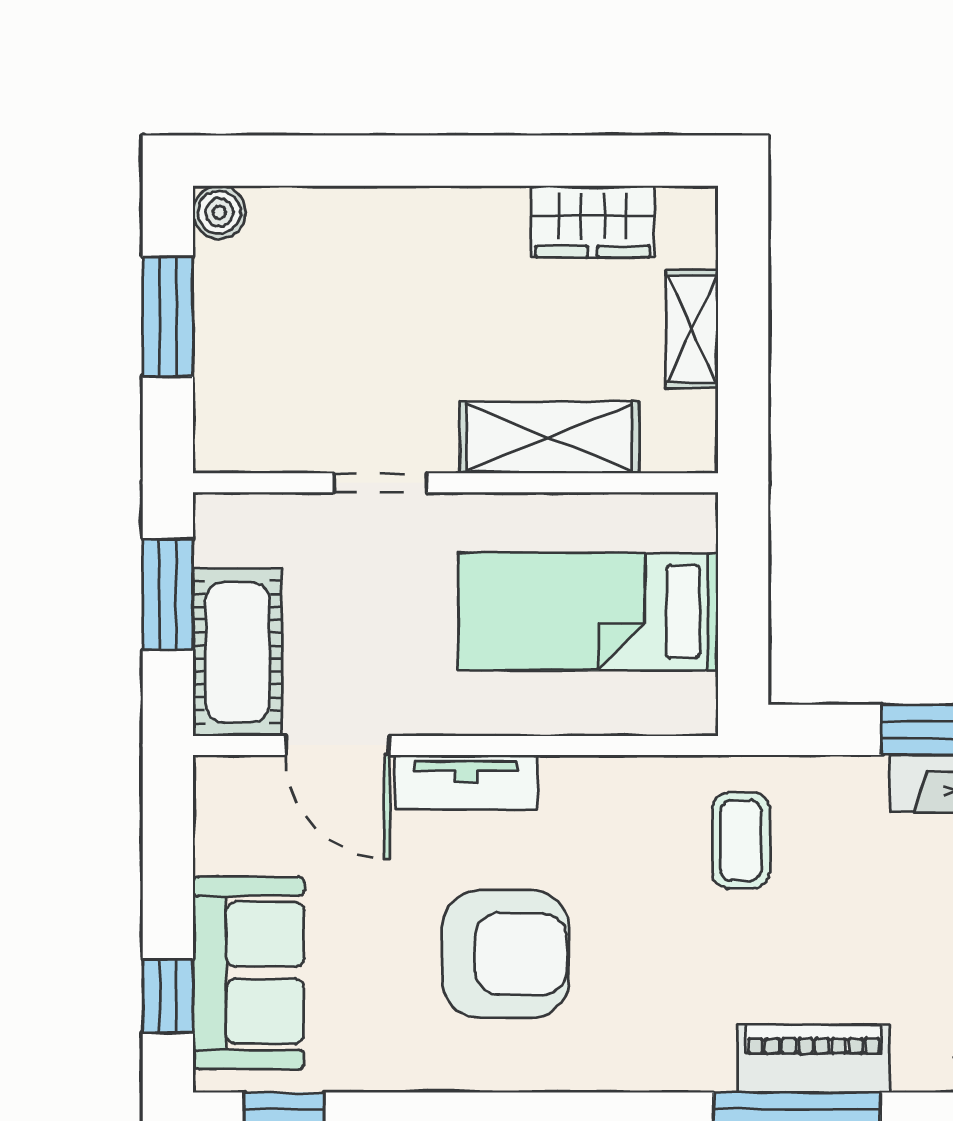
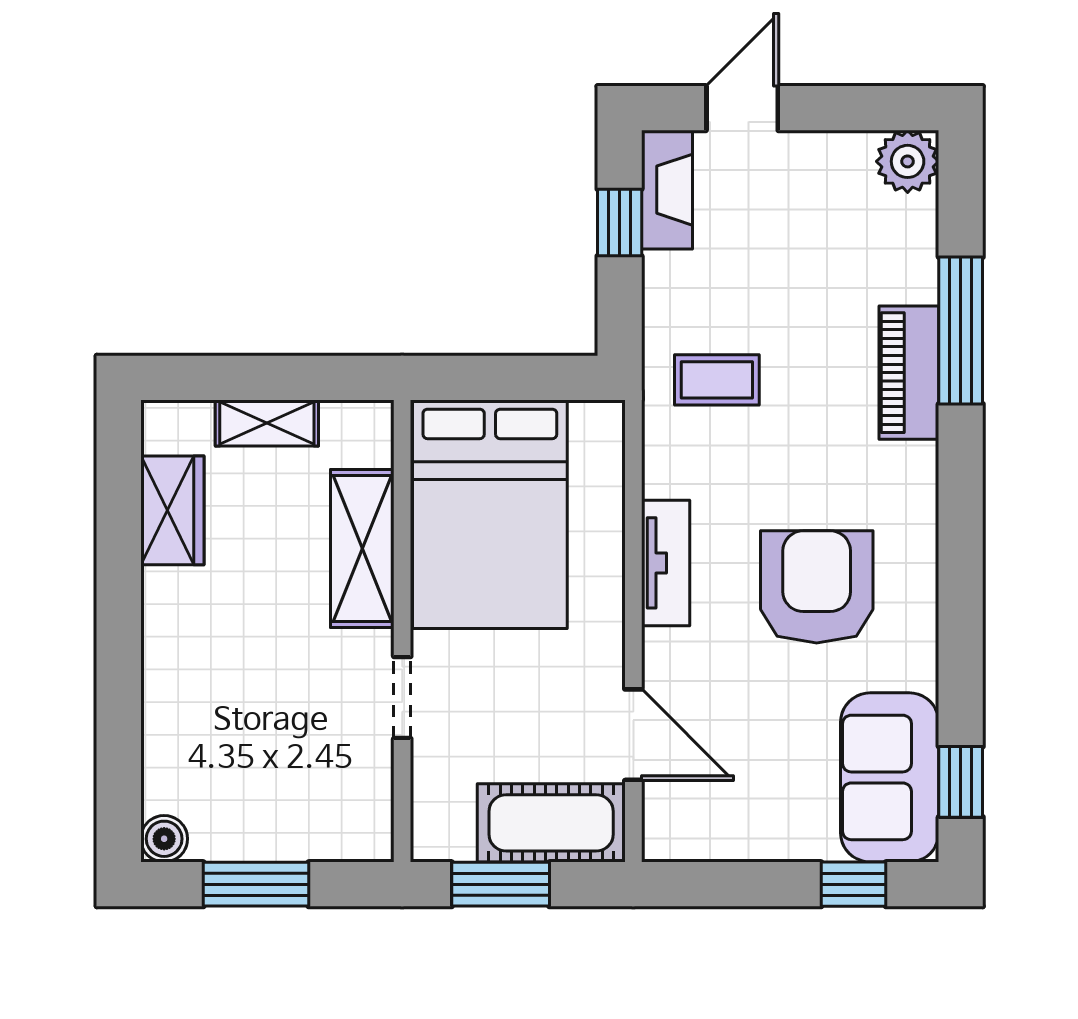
bed: (588, 612) -> (490, 514), width x1.50
door: (338, 745) -> (633, 735), hinge flipped
tv unit: (466, 782) -> (666, 563), moved
sofa: (248, 973) -> (890, 777), moved, turned -90
piano: (814, 1059) -> (909, 373), moved

